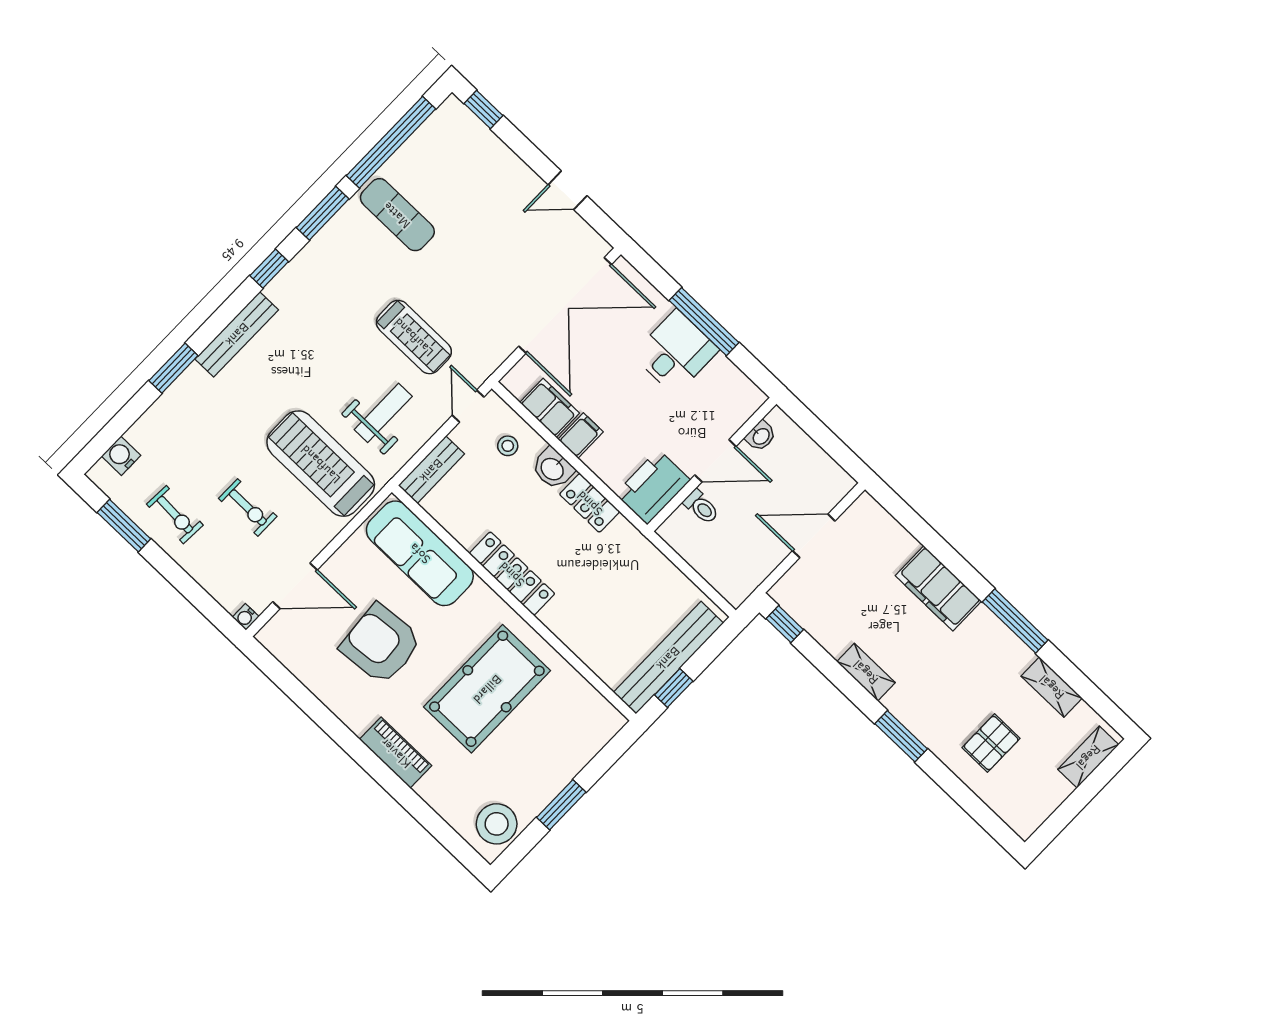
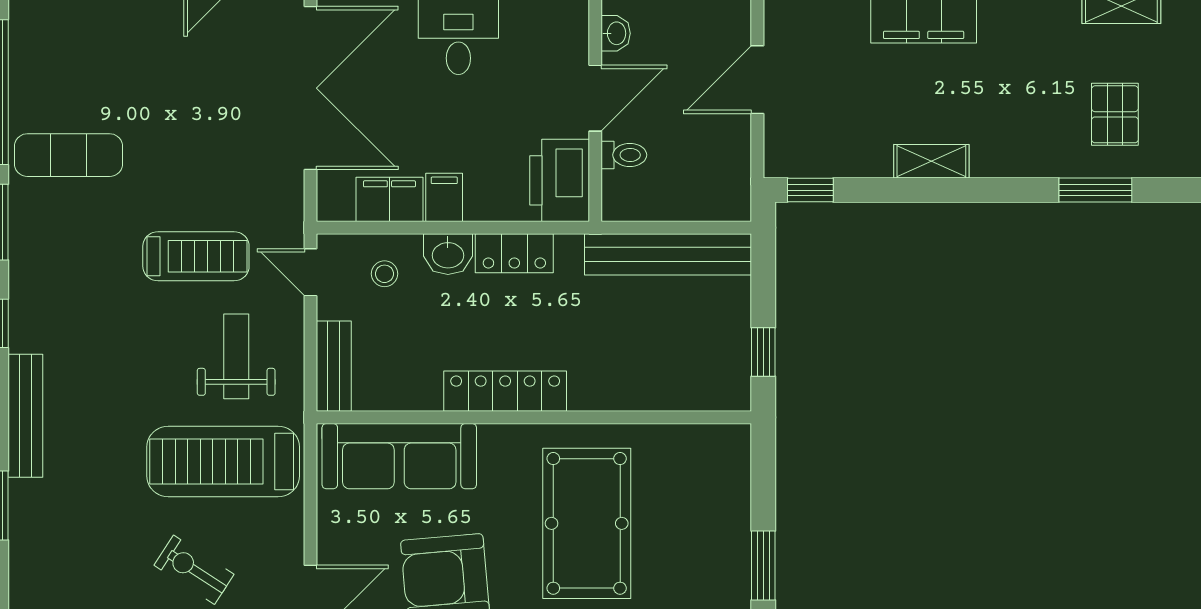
exercise bike: (248, 507) -> (194, 570), turned -147
bench: (668, 658) -> (668, 254), moved, turned 90
window: (901, 736) -> (1095, 190), moved

